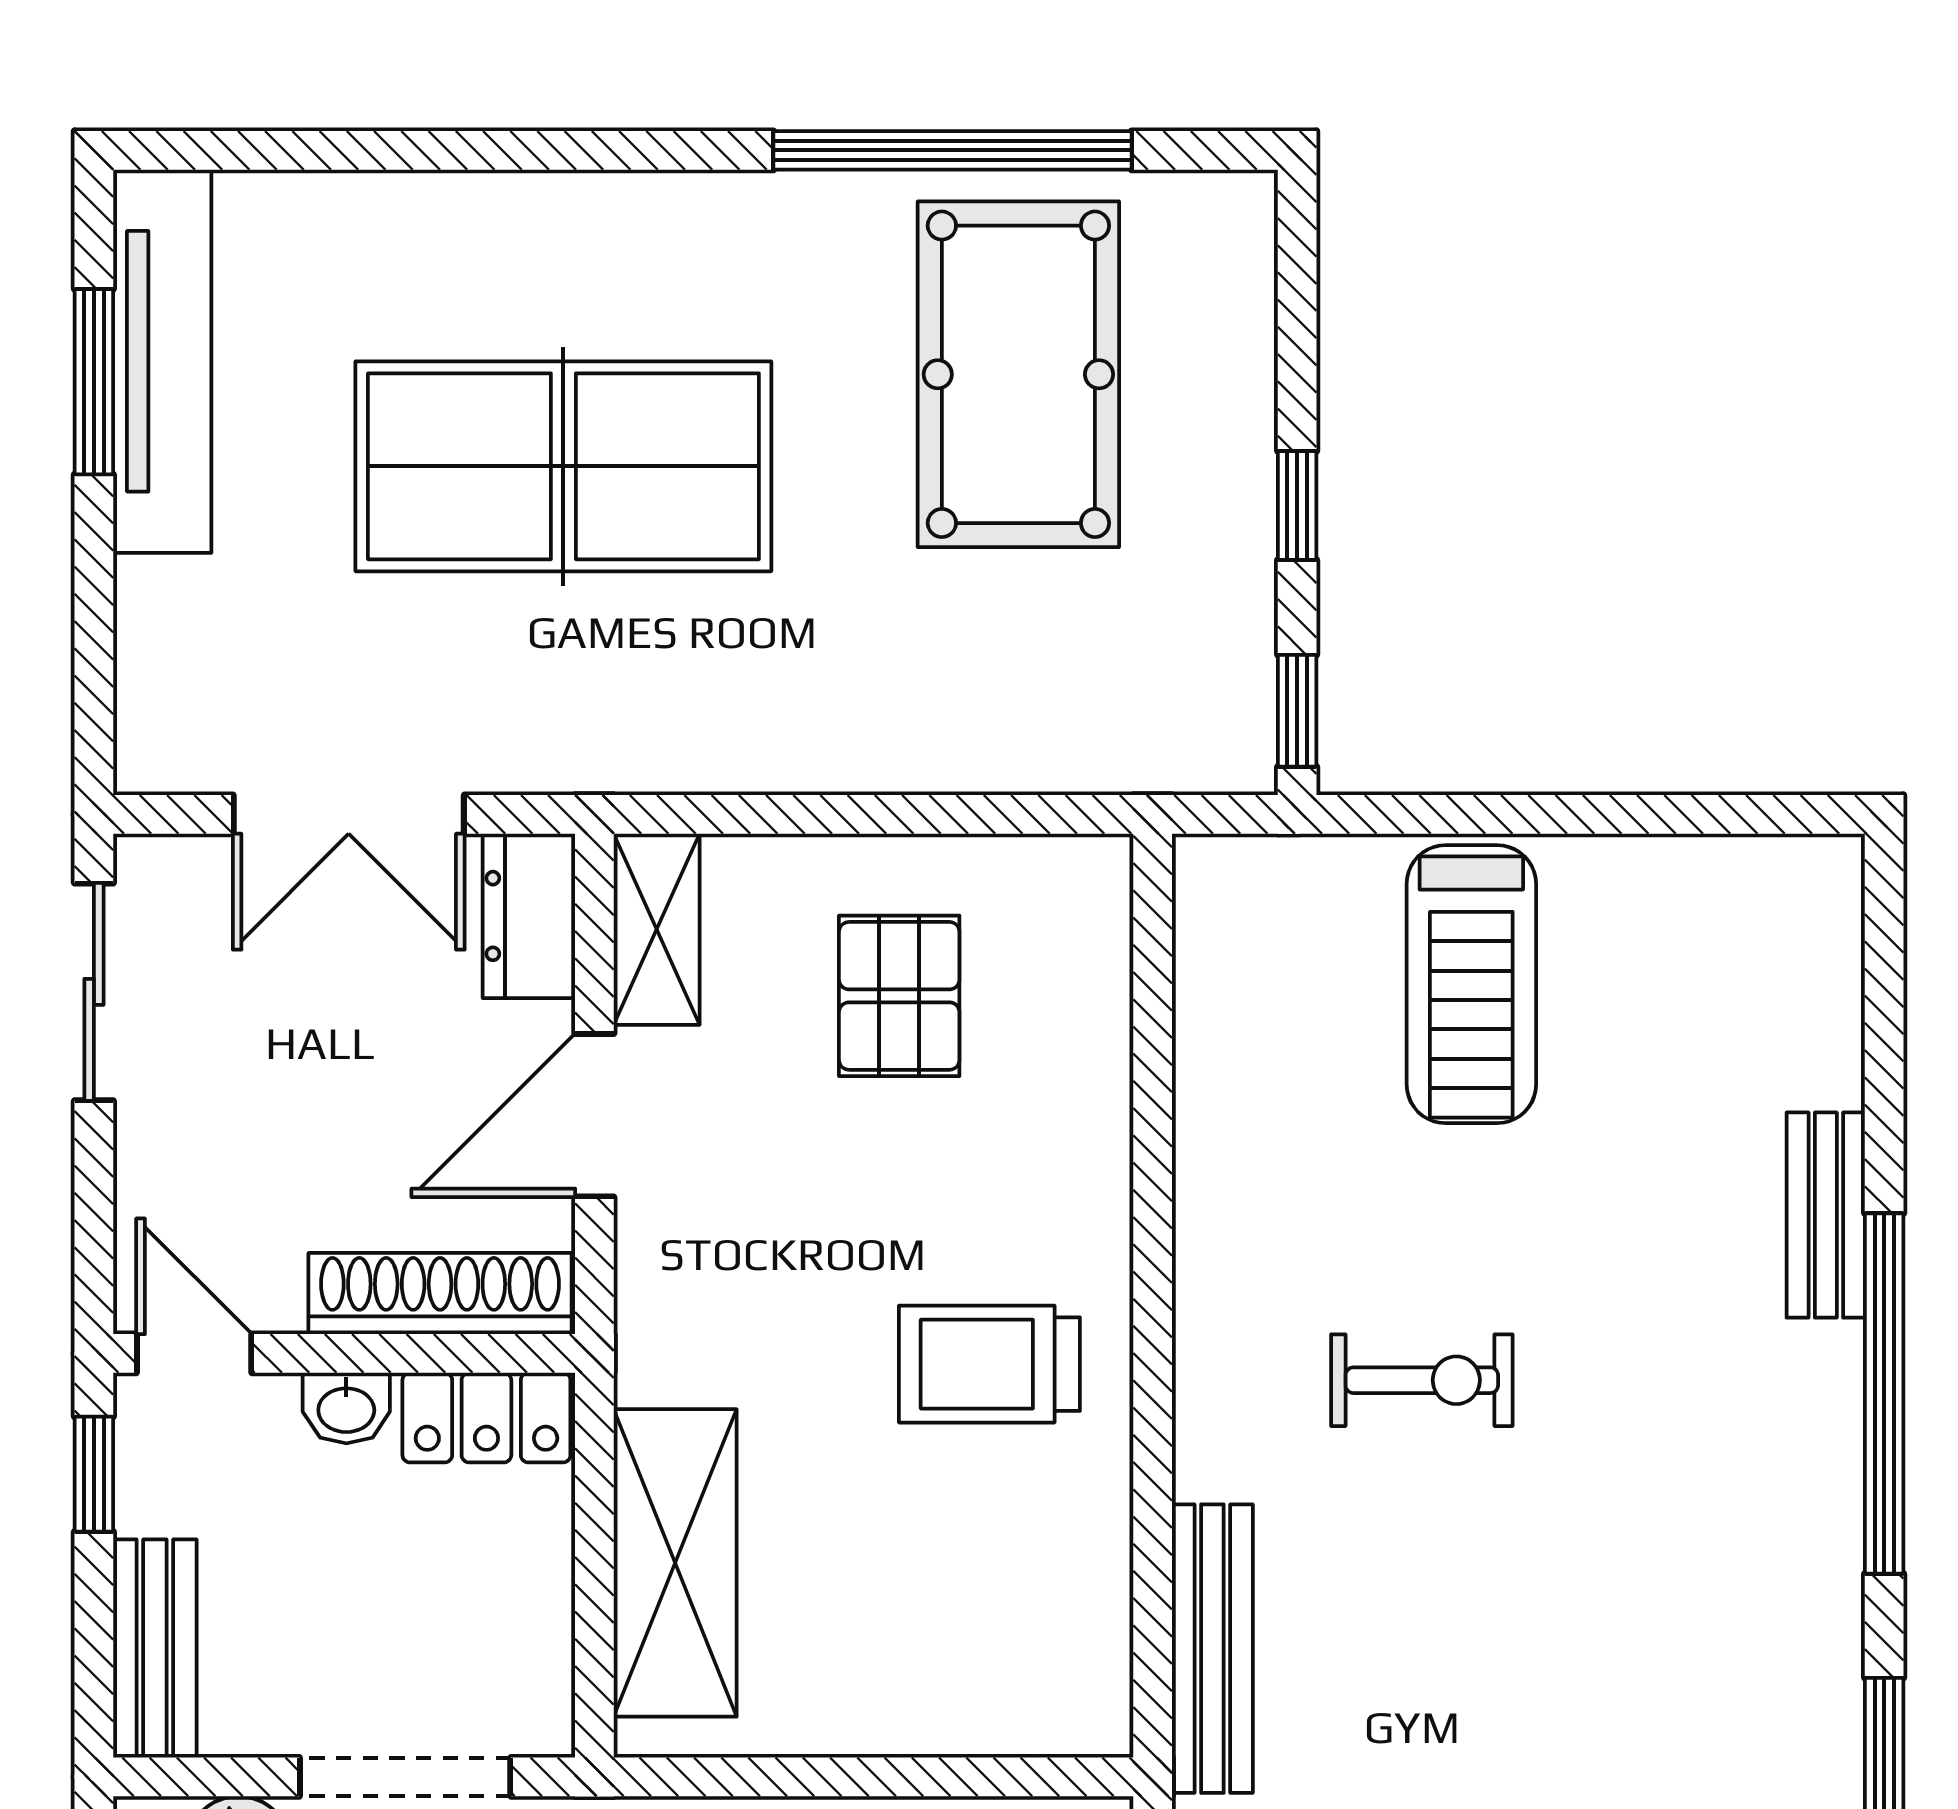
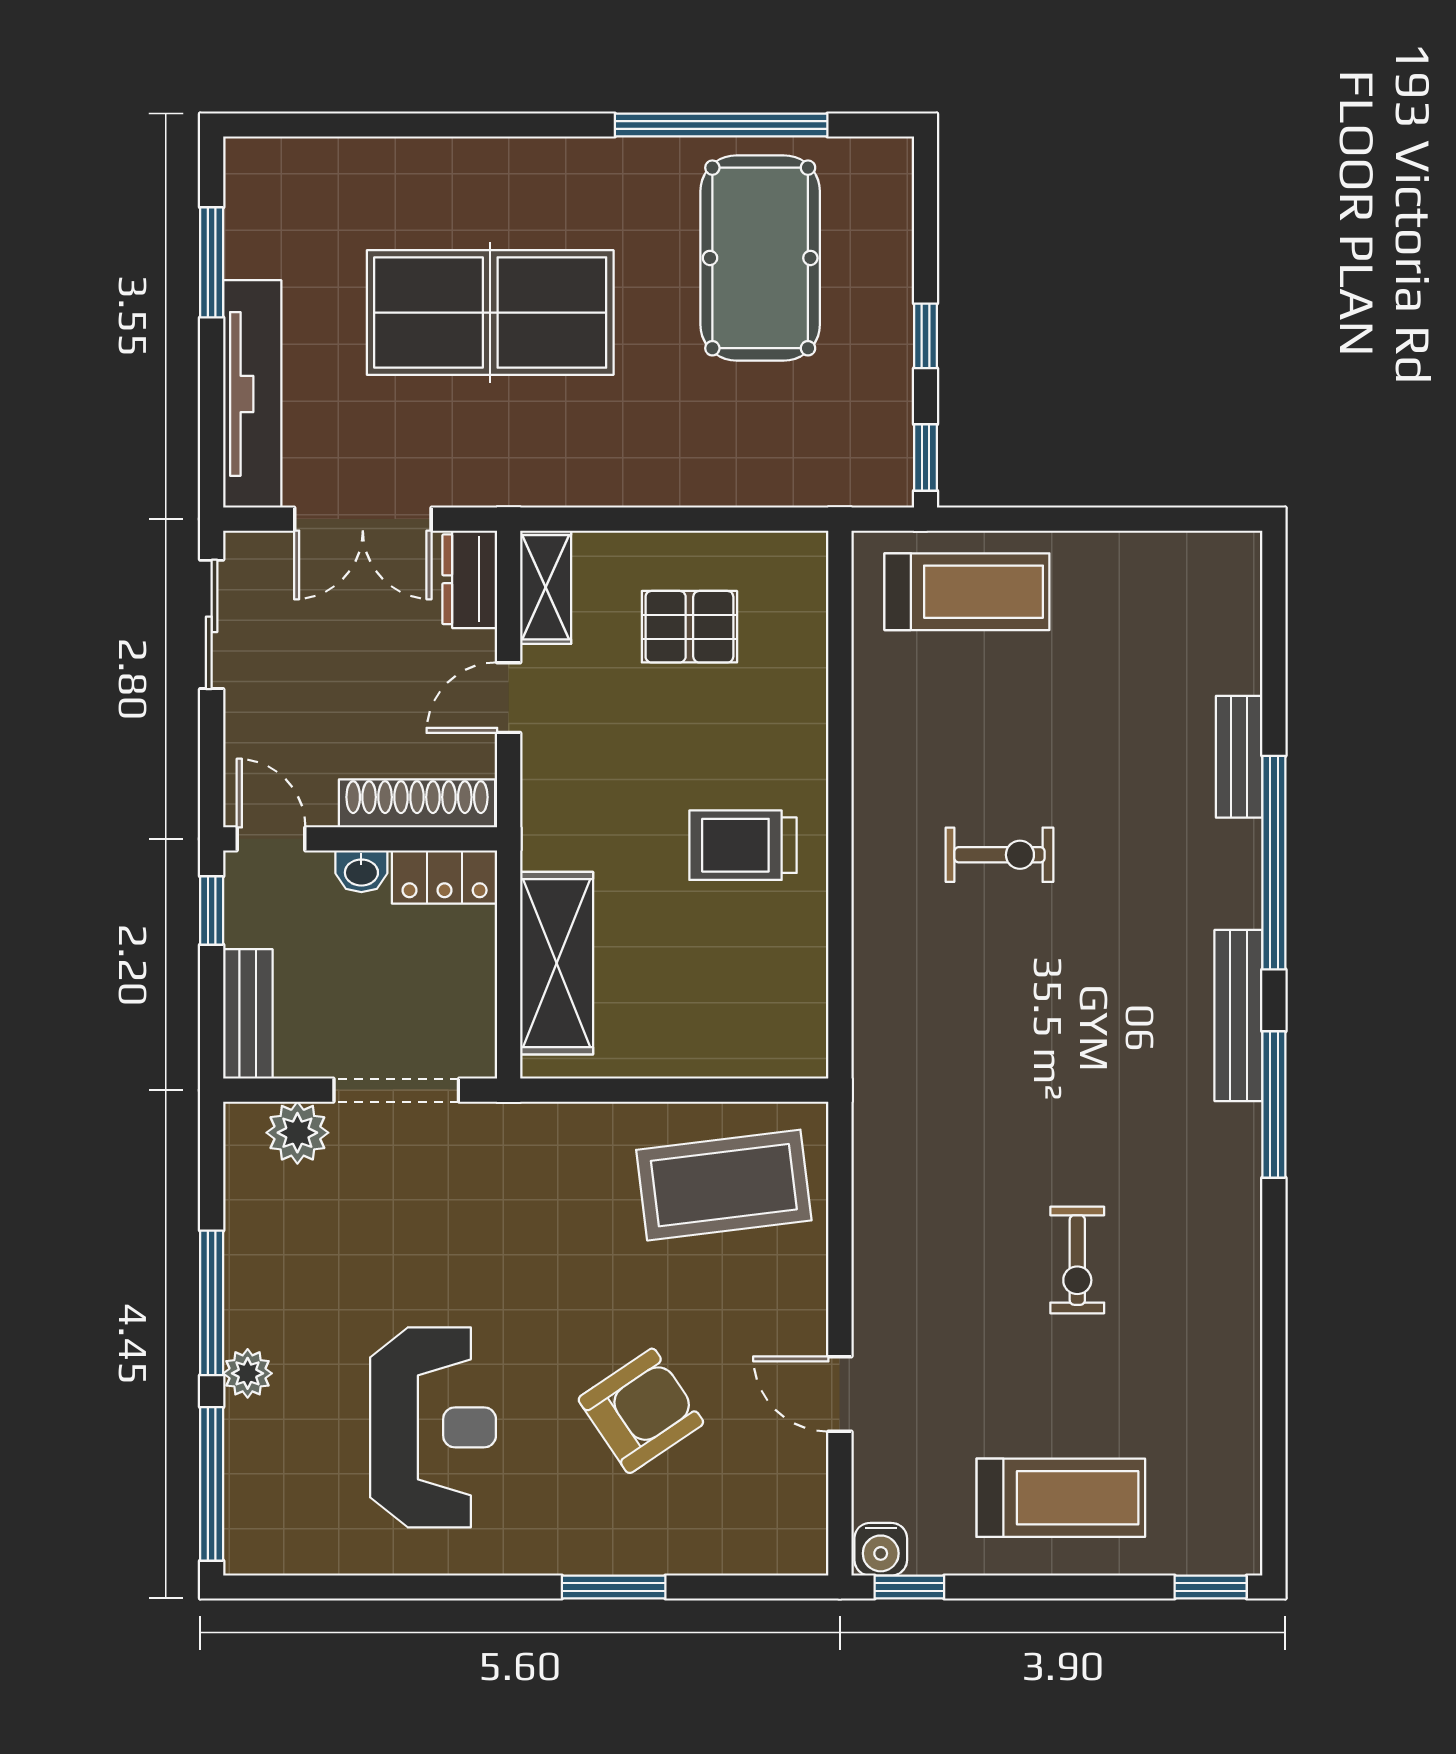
tv unit: (162, 361) -> (252, 394), moved
treadmill: (1471, 984) -> (967, 592), moved, turned -90
pallet: (899, 996) -> (689, 627), turned 90
door: (594, 1115) -> (509, 698), width x0.73
bench: (1212, 1649) -> (1238, 1015), moved

